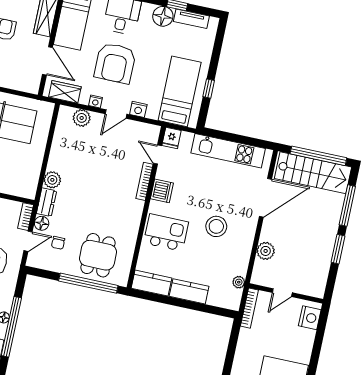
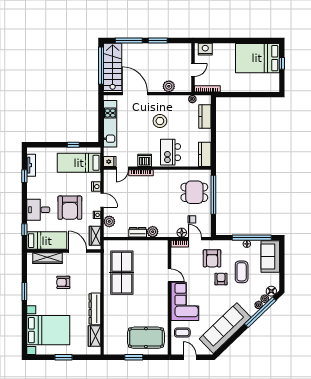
floor lamp: (163, 16) -> (33, 184), removed
door: (47, 61) -> (78, 251), hinge flipped
armchair: (115, 63) -> (70, 208), turned 90
dresser: (47, 202) -> (138, 232), moved
kitchen counter: (189, 291) -> (205, 117), moved
door: (282, 293) -> (193, 70), hinge flipped

